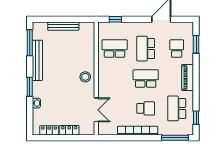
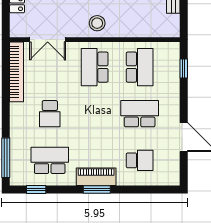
window: (196, 44) -> (97, 189), moved
school desk: (146, 78) -> (95, 67), moved, turned 180
bookcase: (138, 131) -> (16, 72), moved

